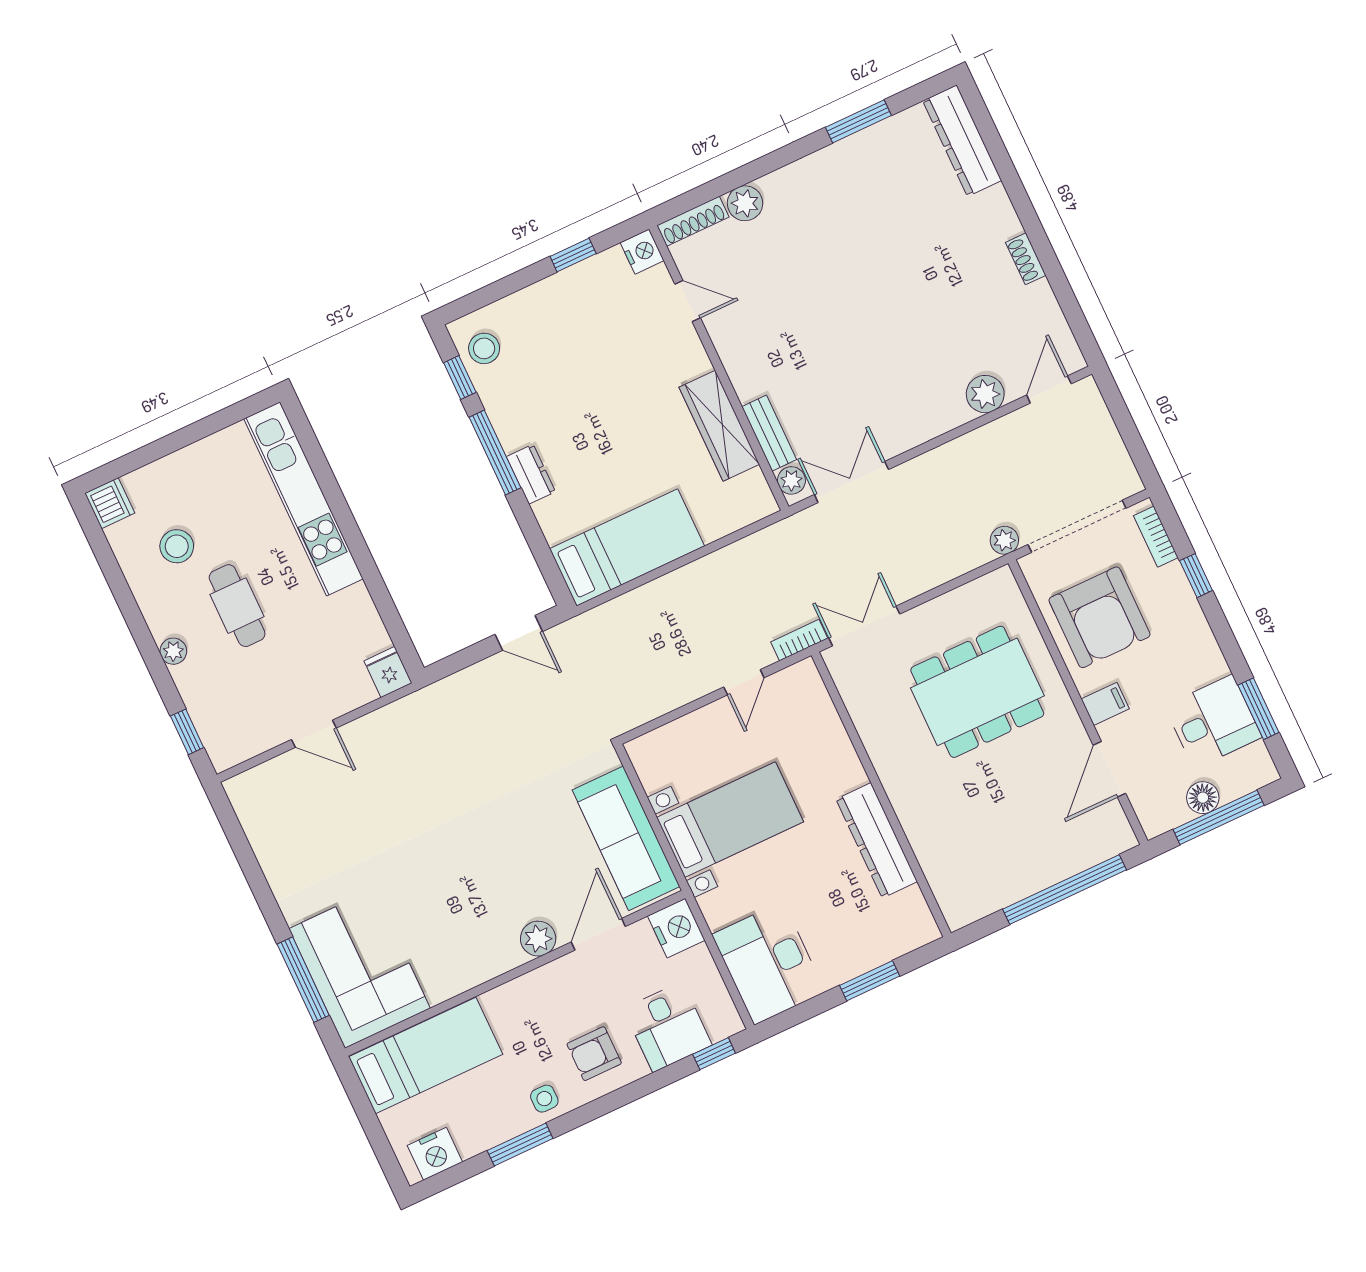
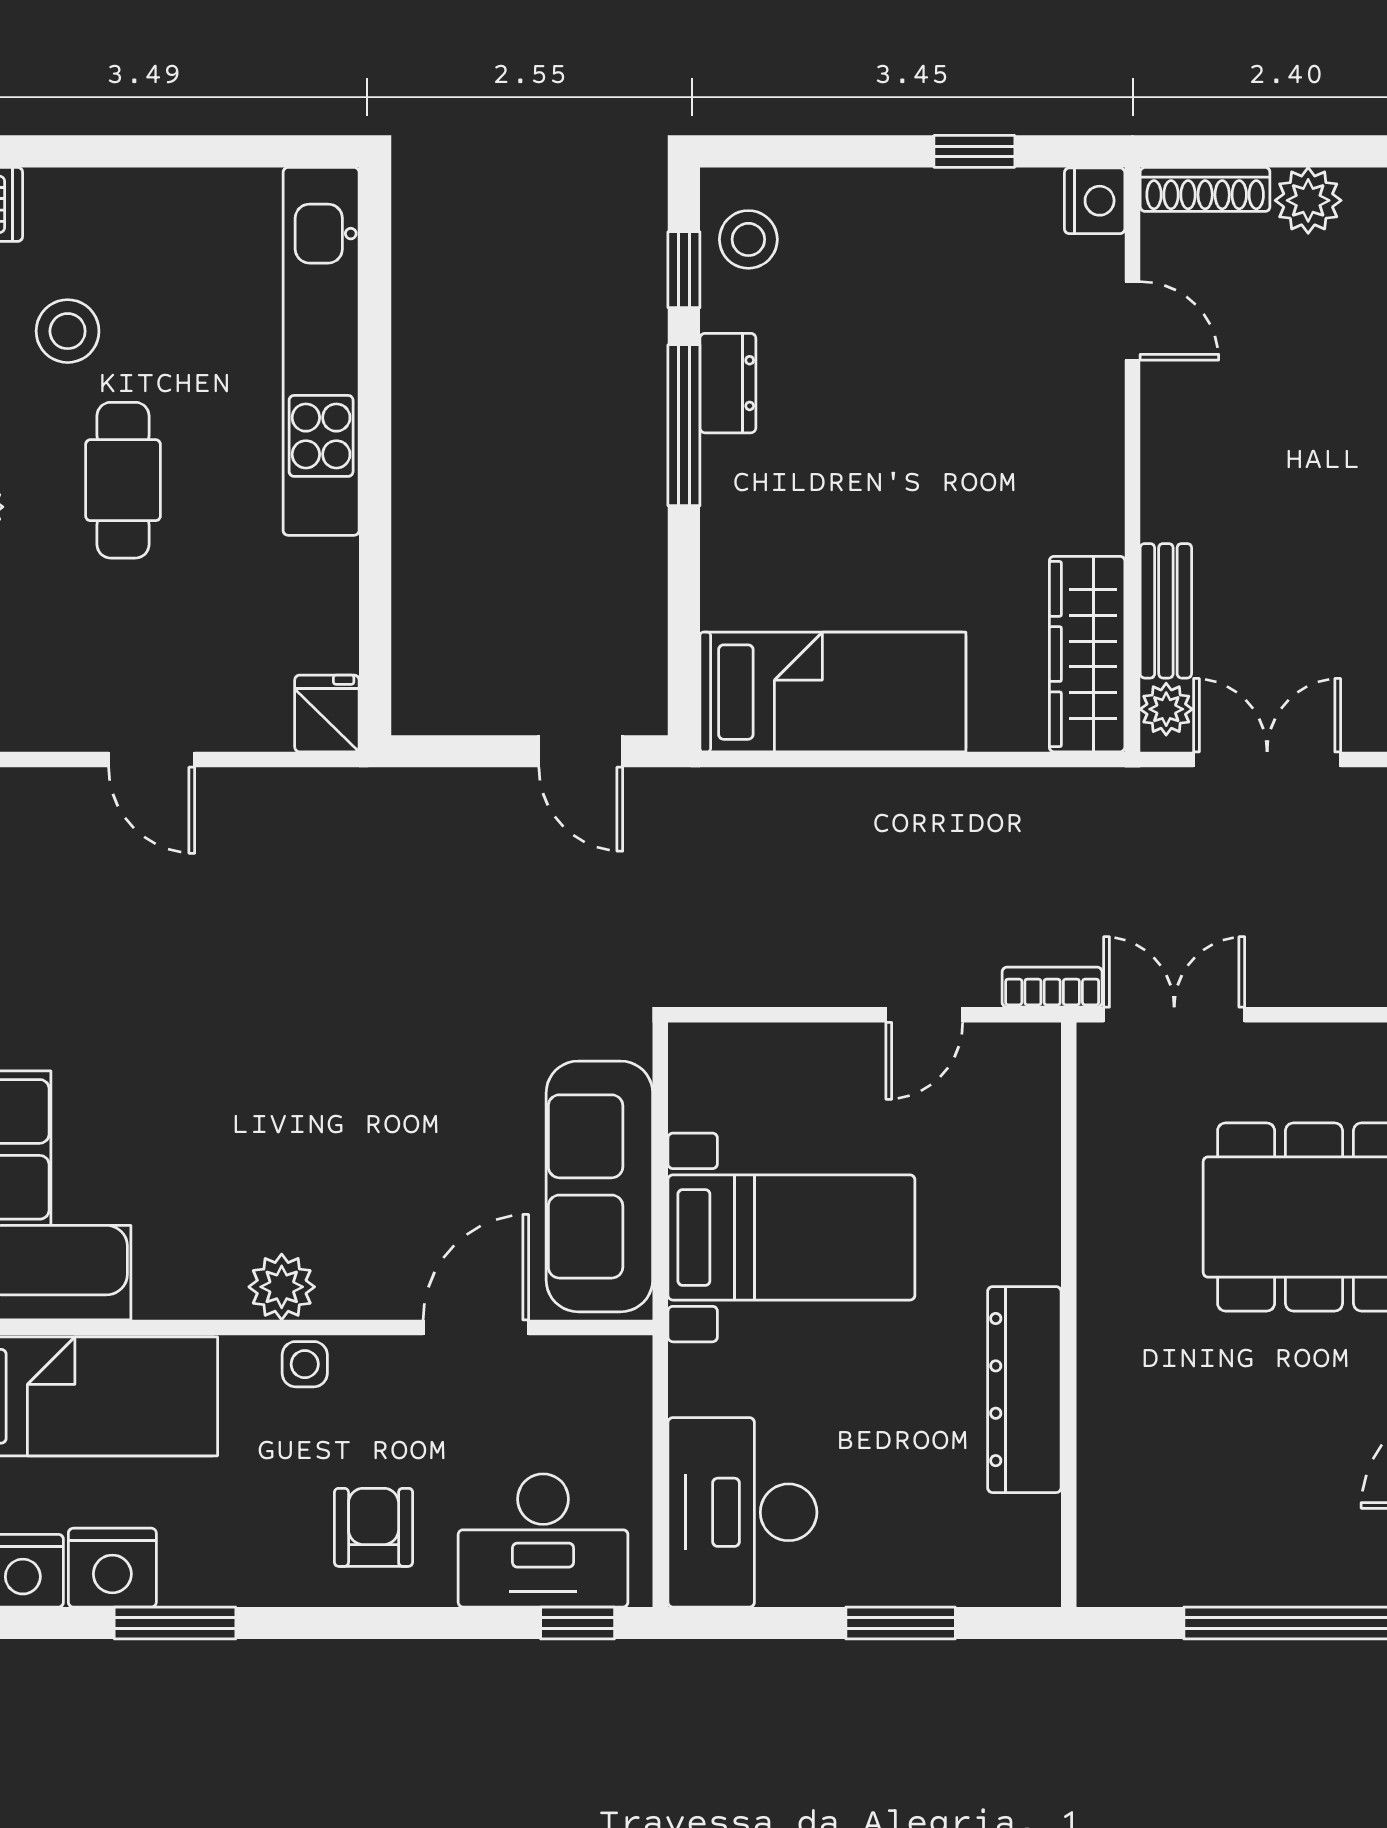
wardrobe: (719, 426) -> (1087, 654), moved
dresser: (531, 474) -> (728, 383), moved
nightstand: (676, 928) -> (112, 1568), moved, turned 90
plant: (538, 939) -> (282, 1287), moved
desk: (668, 1027) -> (543, 1540), width x1.37
armchair: (594, 1054) -> (374, 1527), turned 90
side table: (544, 1099) -> (305, 1364), moved

